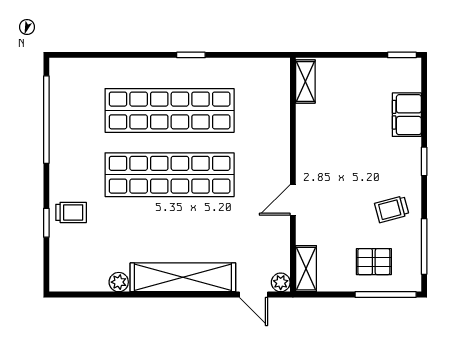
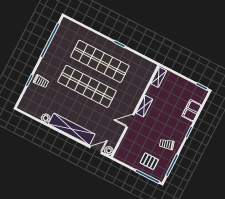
shelving: (306, 269) -> (144, 106), moved
door: (253, 294) -> (96, 150), swing flipped

